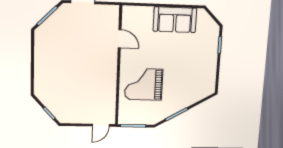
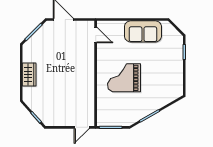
door: (120, 39) -> (96, 35), moved
wardrobe: (42, 65) -> (29, 74), added
grand piano: (144, 84) -> (124, 78), moved

